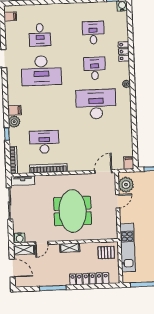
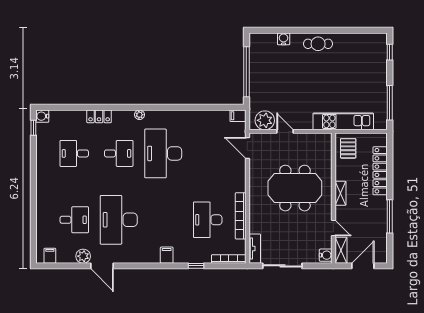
desk: (95, 68) -> (119, 153), turned 180
desk: (41, 71) -> (119, 220), turned 180
plant: (14, 122) -> (83, 256), moved

